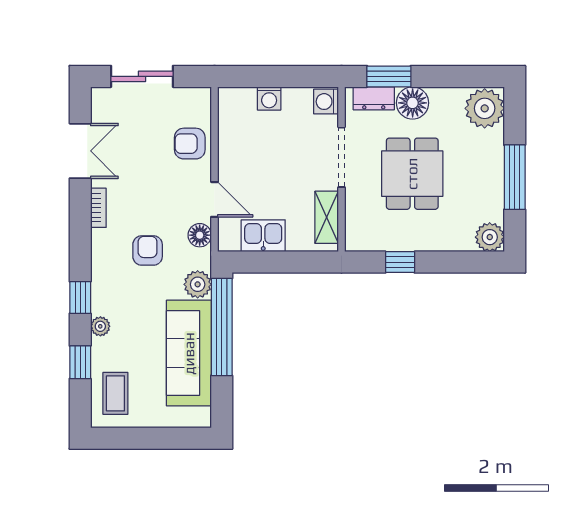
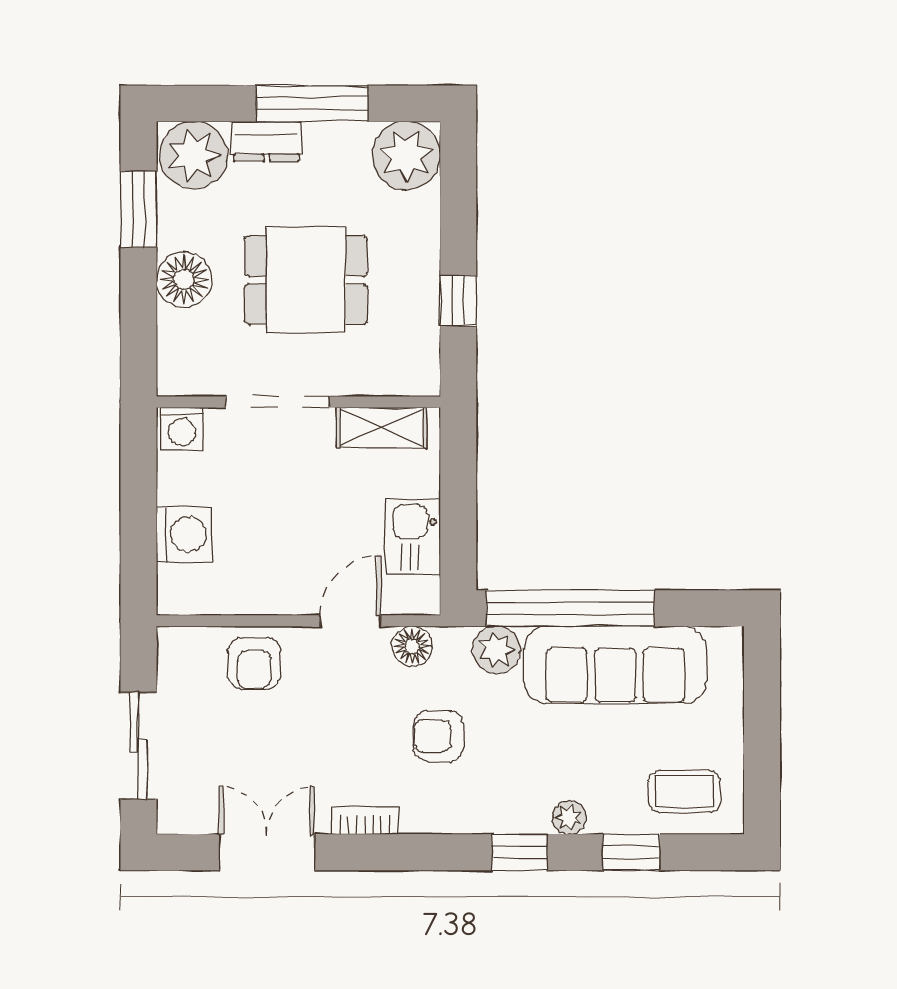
window: (389, 76) -> (138, 209), moved
washing machine: (269, 98) -> (184, 534), width x1.38, depth x1.38
dresser: (374, 98) -> (266, 141), moved, turned 90
plant: (490, 237) -> (406, 156), width x1.36, depth x1.36

